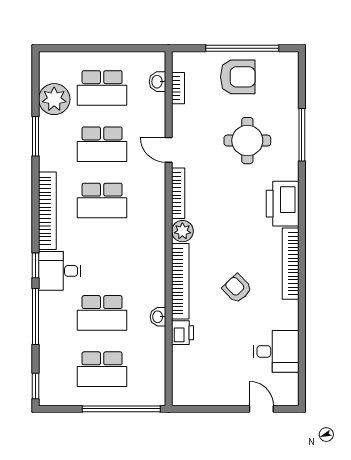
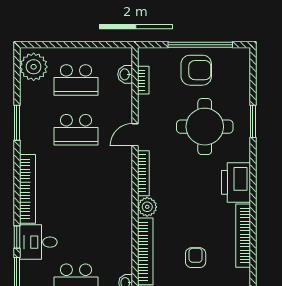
plant: (54, 99) -> (34, 67), moved
window: (302, 135) -> (253, 121), width x0.69
round table: (247, 141) -> (205, 127), width x1.36, depth x1.36
door: (169, 150) -> (135, 135), hinge flipped
school desk: (102, 200) -> (76, 180), removed
armchair: (237, 288) -> (196, 258), turned 44

